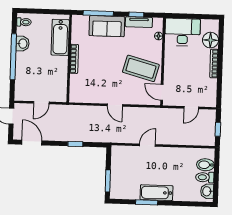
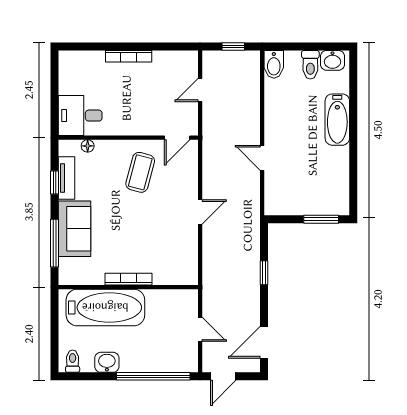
desk: (182, 32) -> (80, 116), width x0.73
bathtub: (60, 37) -> (105, 307), width x1.36, depth x1.36
floor lamp: (210, 40) -> (91, 63), removed
window: (13, 57) -> (153, 376), moved
coffee table: (141, 68) -> (140, 172), width x0.73, depth x0.76
door: (191, 108) -> (200, 90), swing flipped
bidet: (205, 165) -> (274, 64), moved
bathtub: (156, 193) -> (337, 120), moved
window: (147, 202) -> (353, 156), removed

